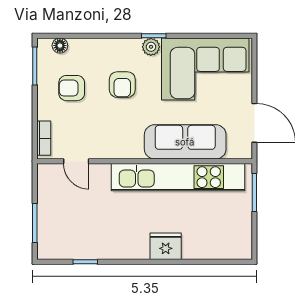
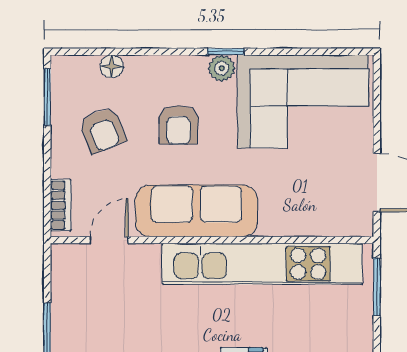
floor lamp: (60, 46) -> (112, 66), moved
armchair: (72, 88) -> (103, 130), turned -112
sofa: (185, 142) -> (196, 211), moved
door: (76, 161) -> (109, 240), swing flipped

